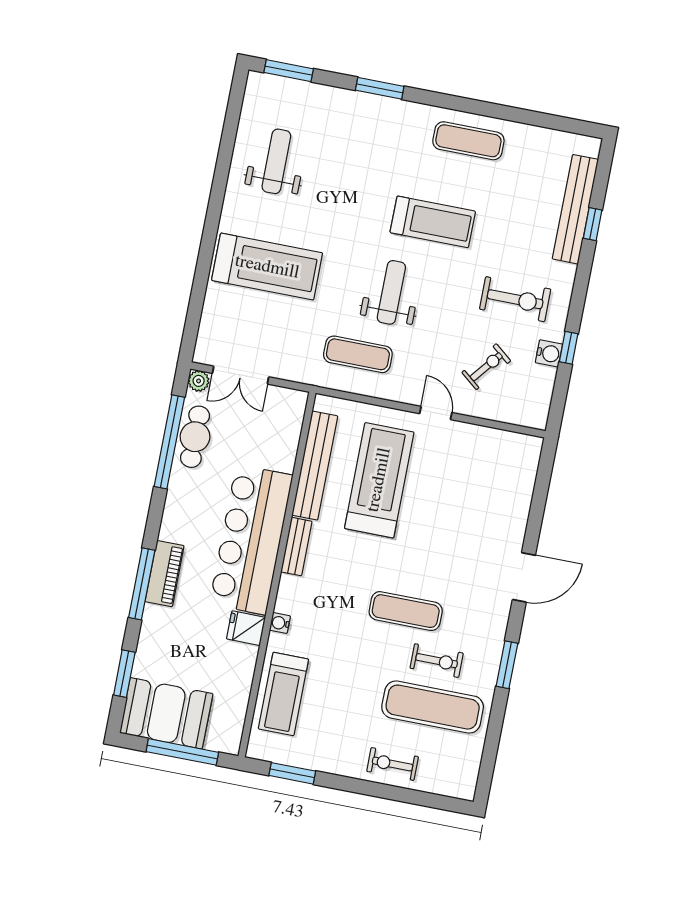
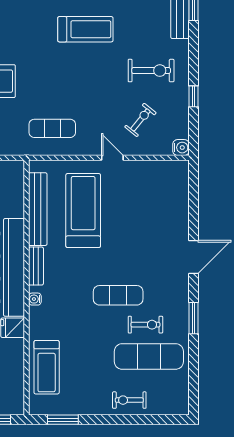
weight bench: (391, 292) -> (67, 82), removed
water cooler: (549, 353) -> (181, 148), moved
water cooler: (280, 623) -> (35, 299), moved

